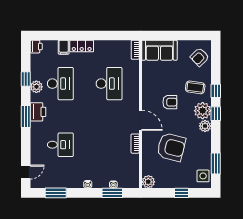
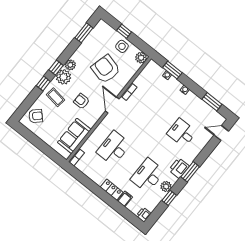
sofa: (159, 50) -> (74, 136), moved, turned -90
side table: (203, 176) -> (122, 46), moved

